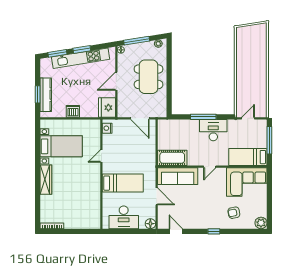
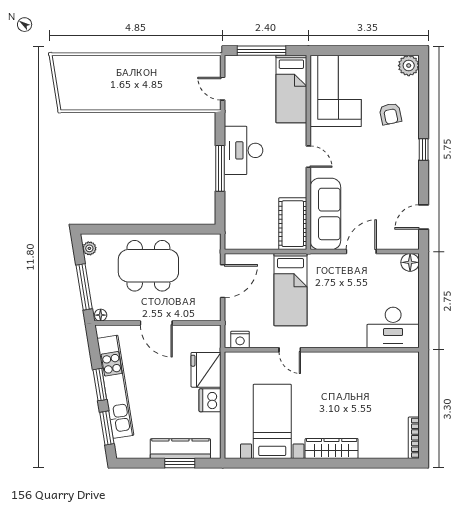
fridge: (107, 108) -> (206, 370), moved, turned 90
bed: (123, 183) -> (290, 290), moved, turned 180
desk: (124, 217) -> (393, 328), moved, turned 90

